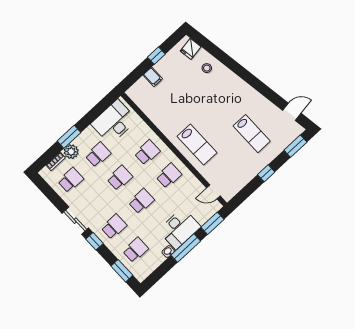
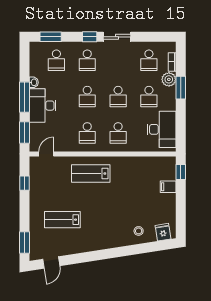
window: (156, 56) -> (181, 172), moved
window: (266, 173) -> (25, 183), moved

